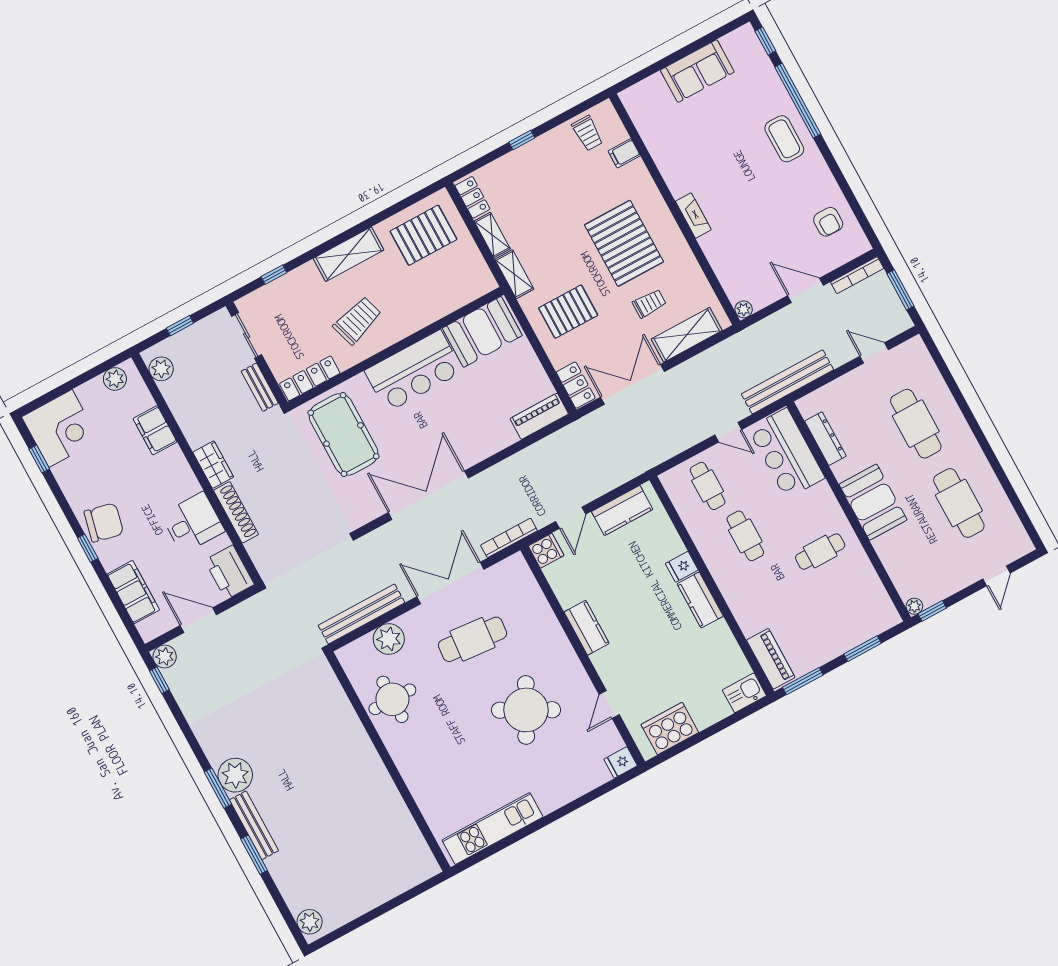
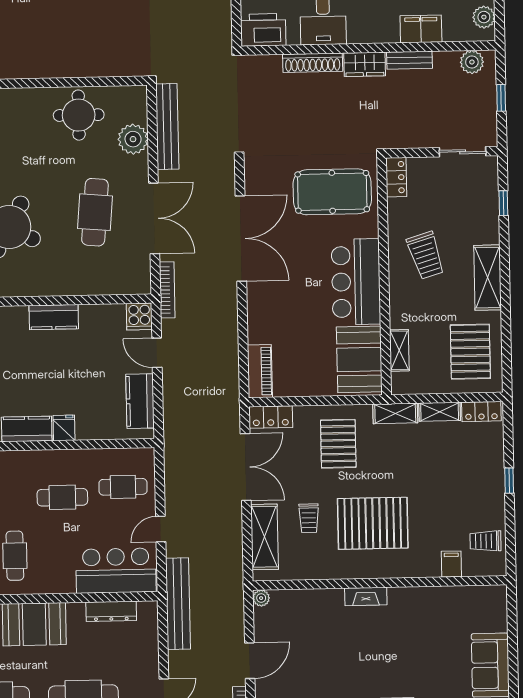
shelving: (455, 300) -> (399, 350), added
locker: (310, 378) -> (396, 177), width x0.66
bench: (260, 387) -> (410, 60), moved

